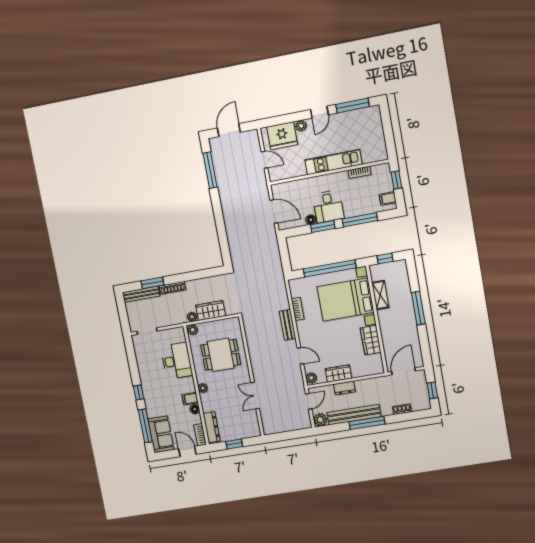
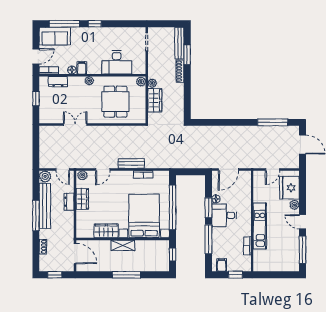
shelving: (380, 295) -> (123, 245), moved
dresser: (212, 427) -> (58, 82), width x0.70

